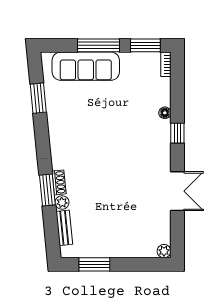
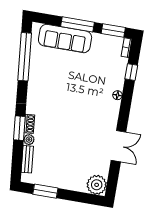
window: (38, 98) -> (25, 57), width x2.11
floor lamp: (165, 113) -> (117, 95), moved
window: (177, 133) -> (131, 72), moved
plant: (164, 251) -> (97, 185), width x1.87, depth x1.87

